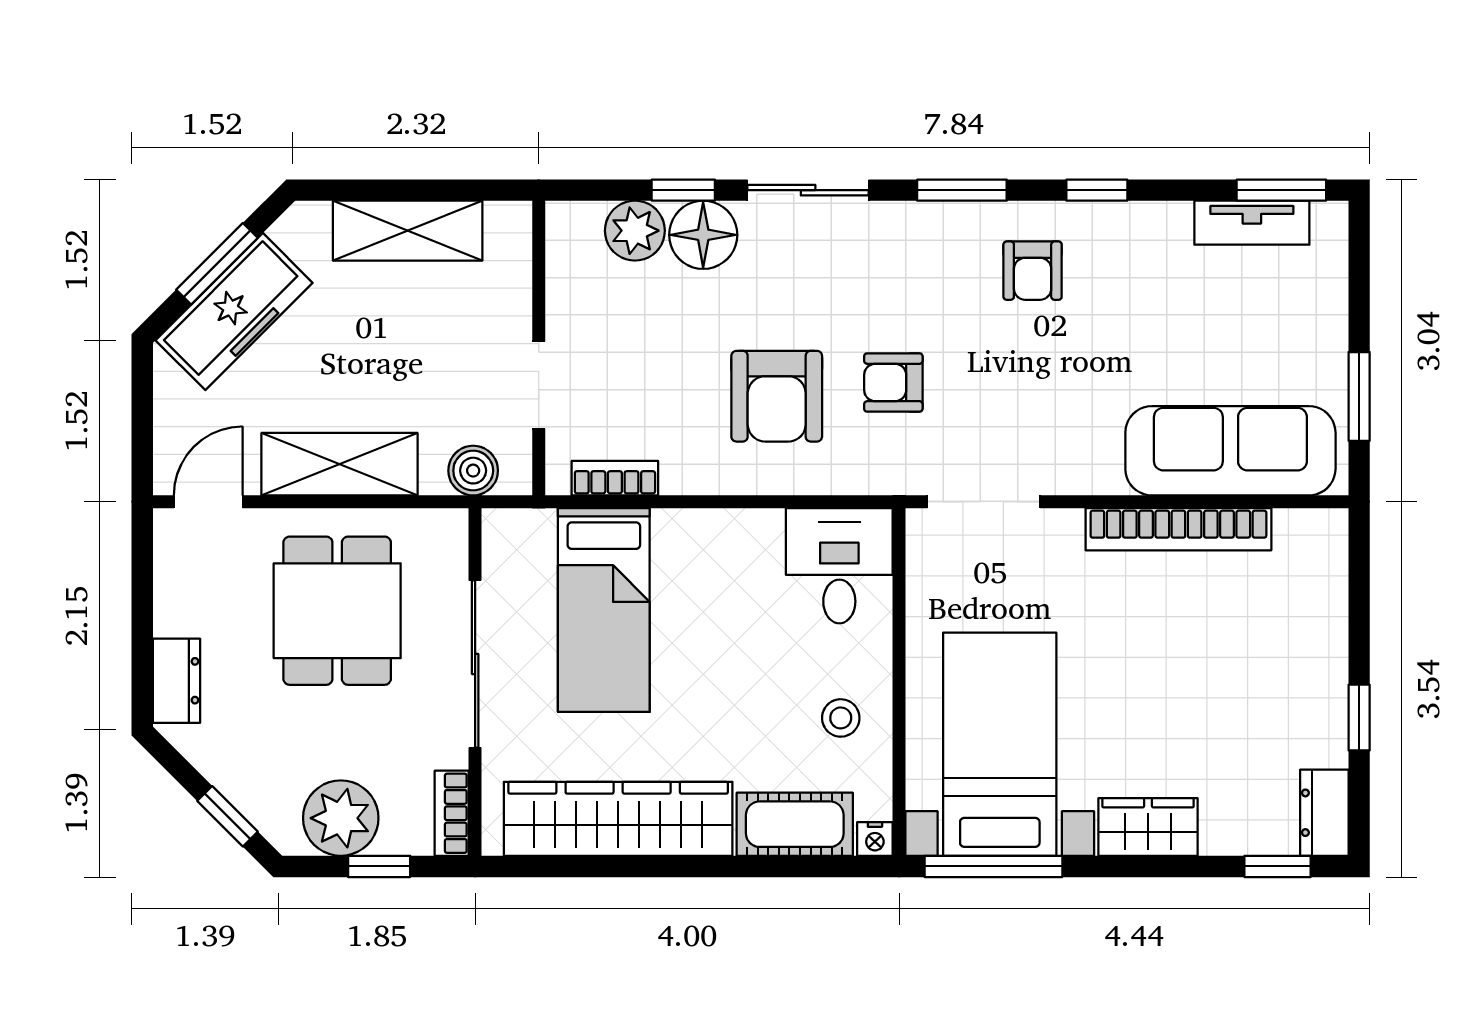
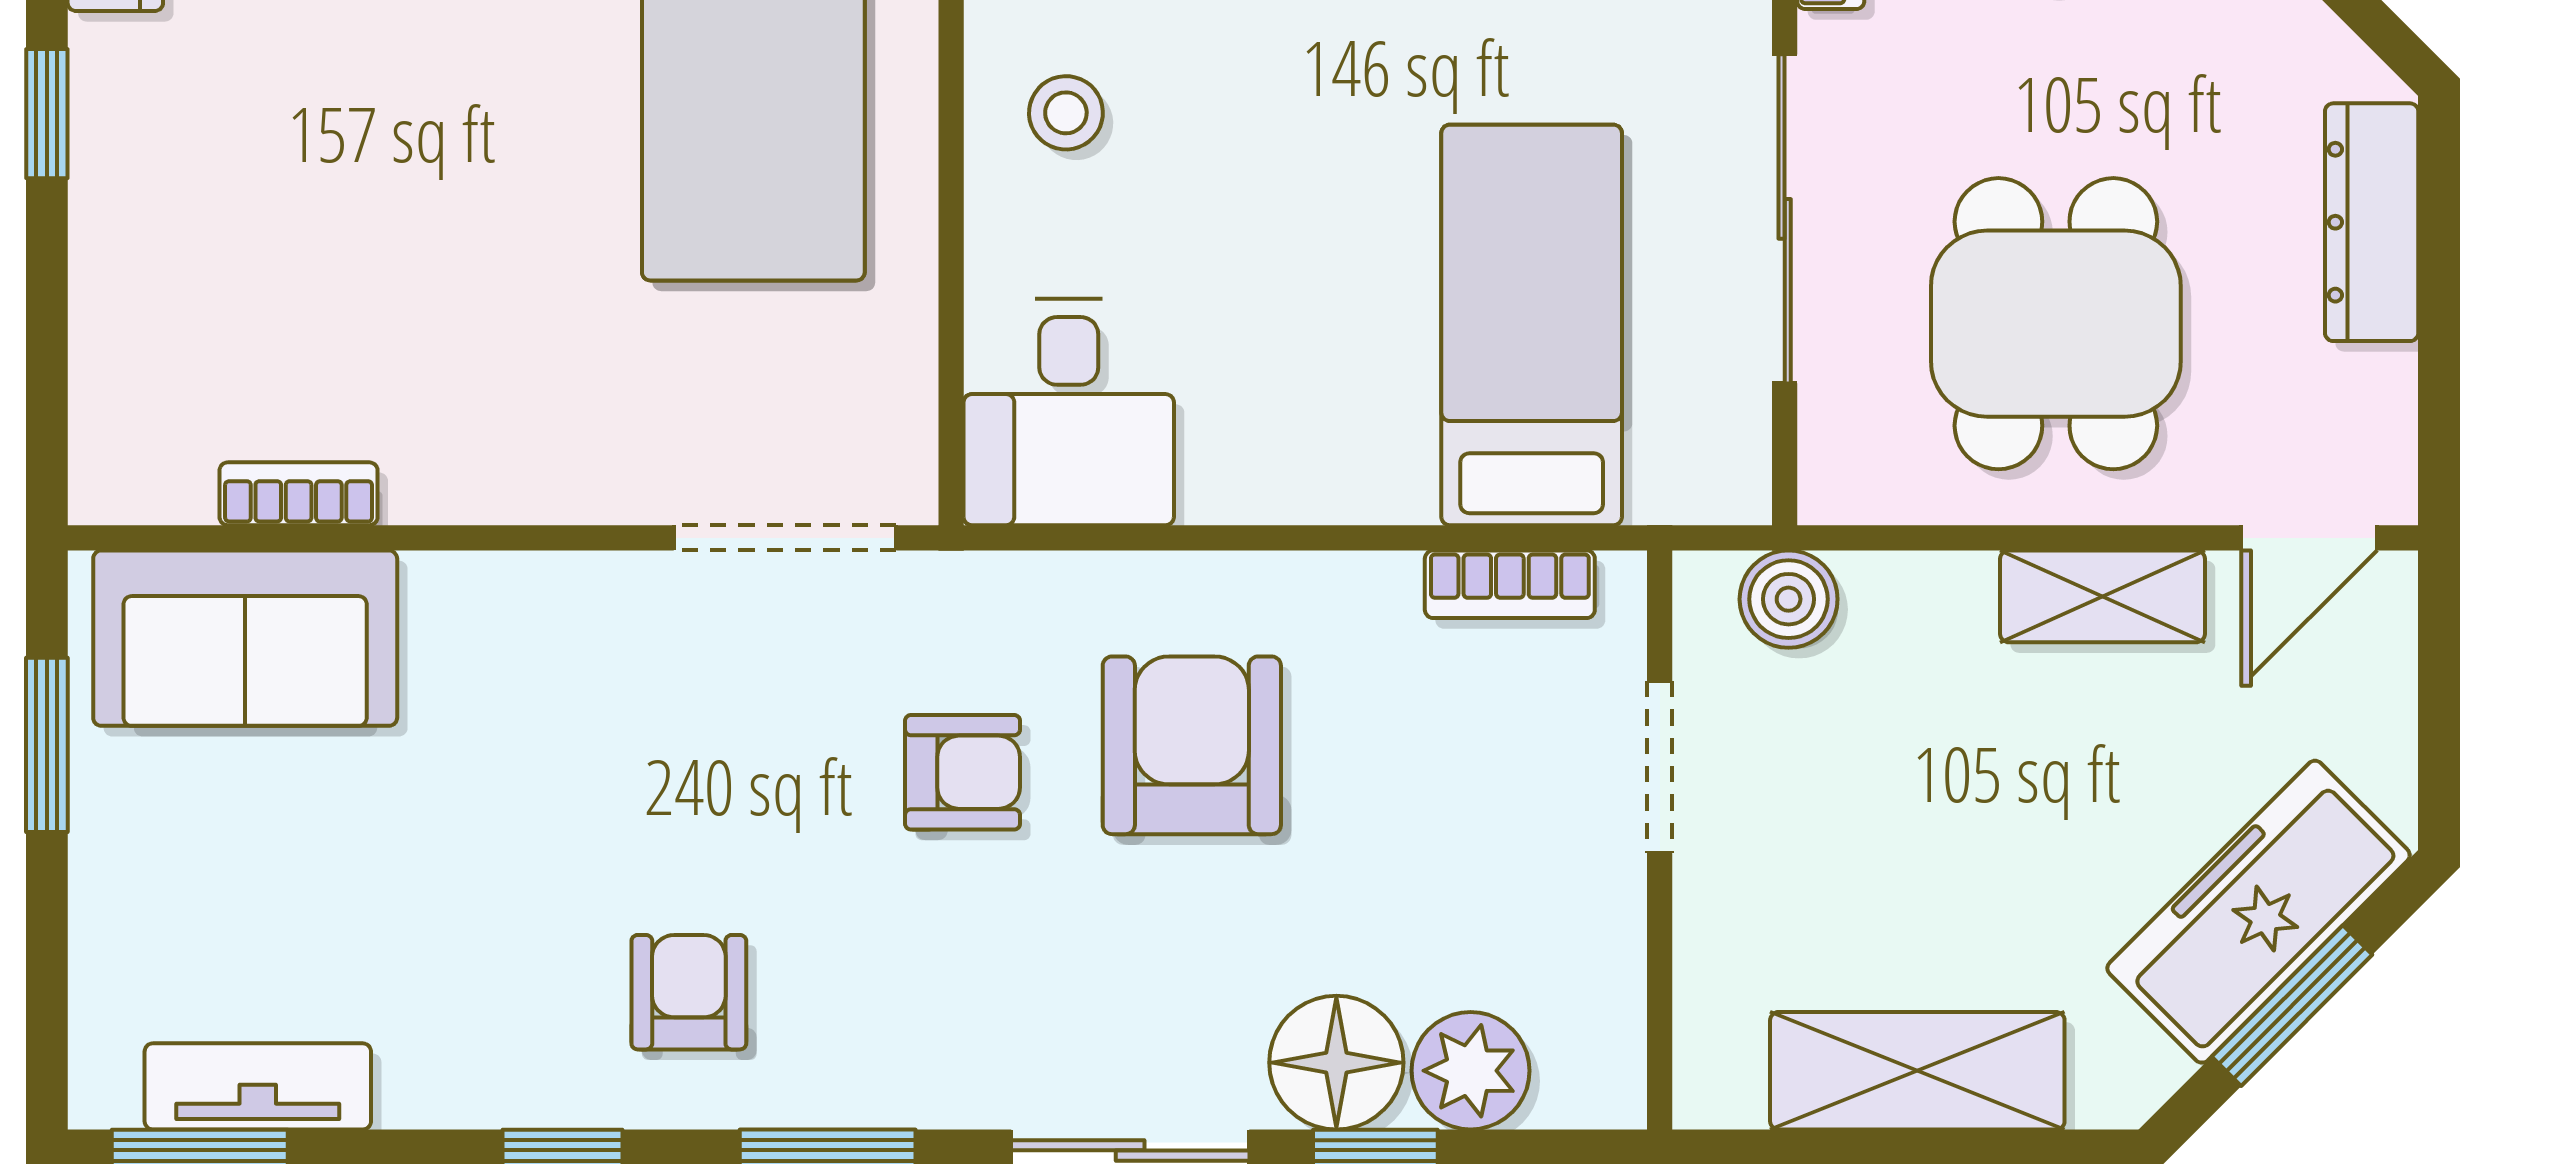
sofa: (1230, 451) -> (245, 638), width x0.73
shelving: (339, 464) -> (2102, 596), width x0.67, depth x0.75
bookcase: (1178, 529) -> (299, 494), width x0.43, depth x0.76
dresser: (177, 681) -> (2372, 222), width x1.44

